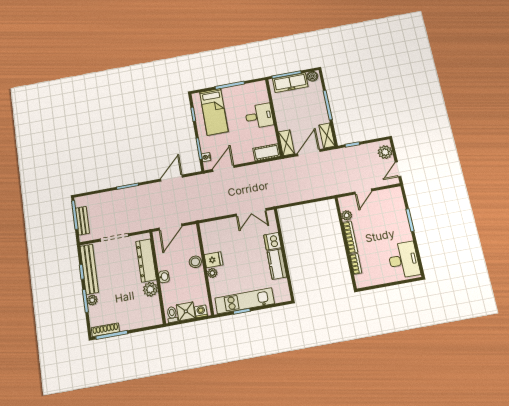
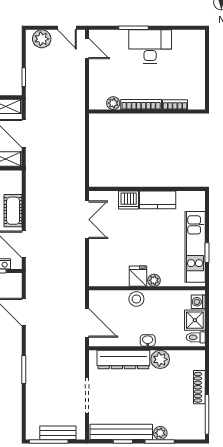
cot: (266, 152) -> (13, 211), moved
door: (363, 192) -> (87, 49), moved
desk: (404, 260) -> (150, 46), moved
shoe rack: (105, 330) -> (199, 387), moved

